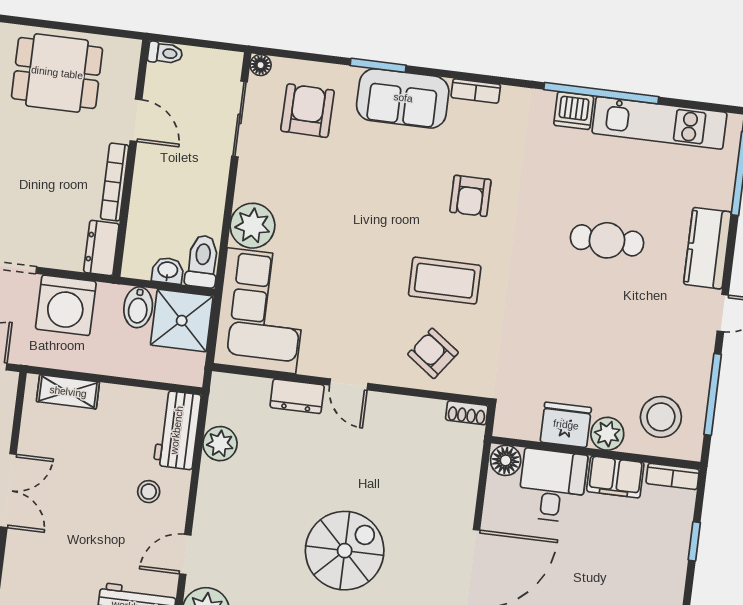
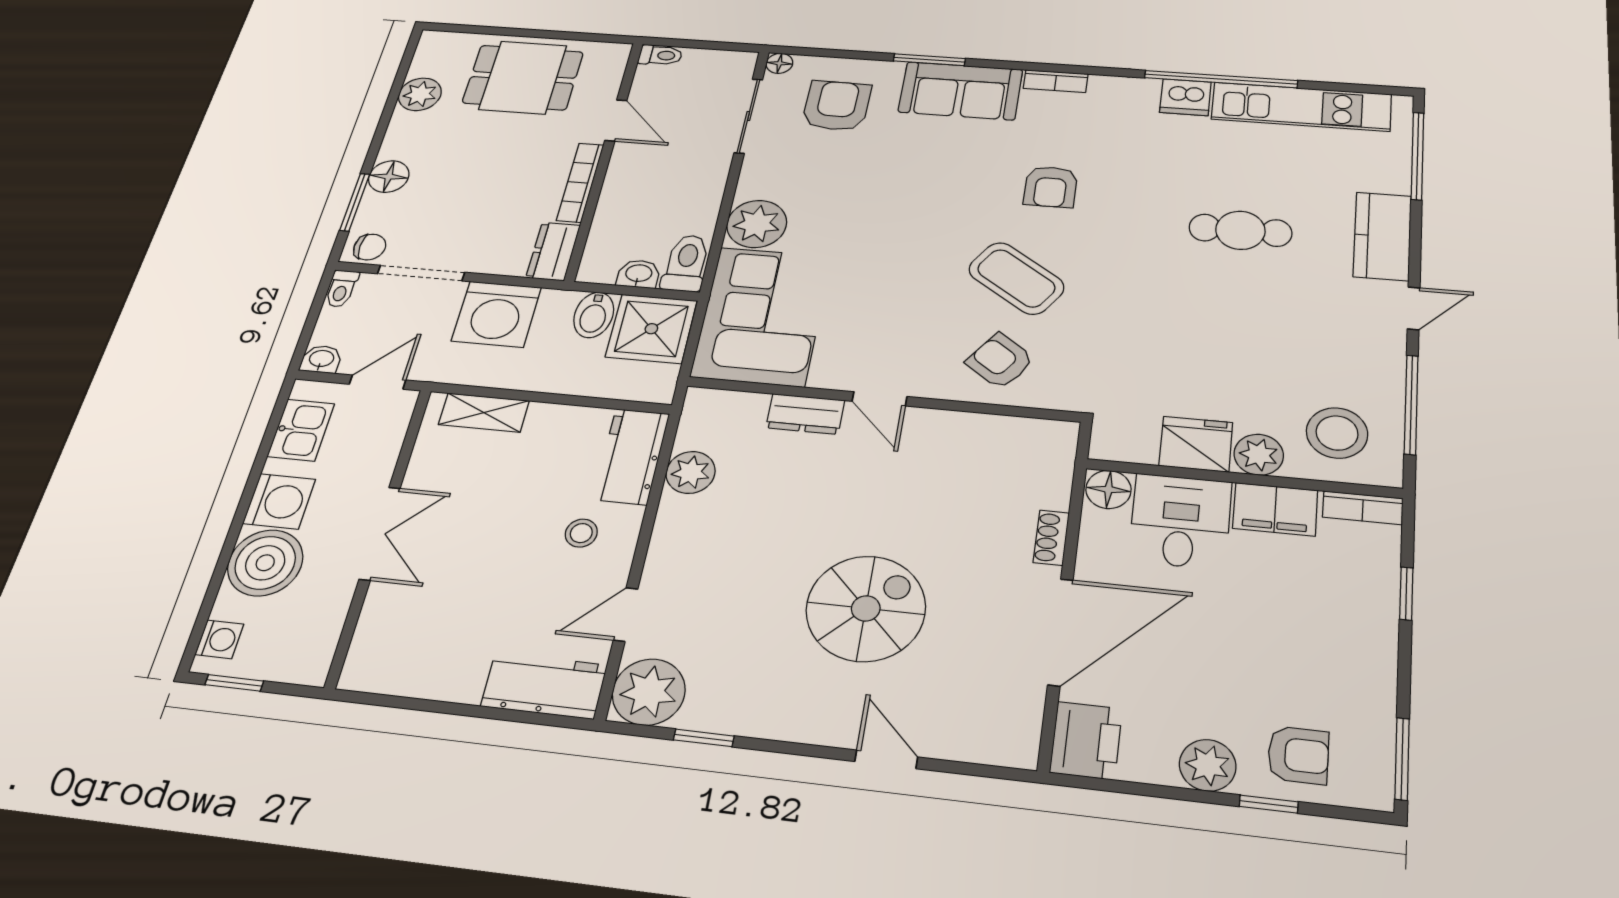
coffee table: (445, 281) -> (1016, 278), turned 34
shoe rack: (467, 413) -> (1051, 538), moved, turned 90

